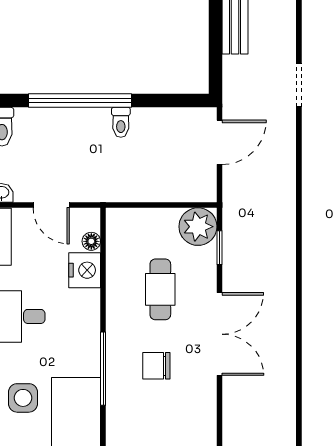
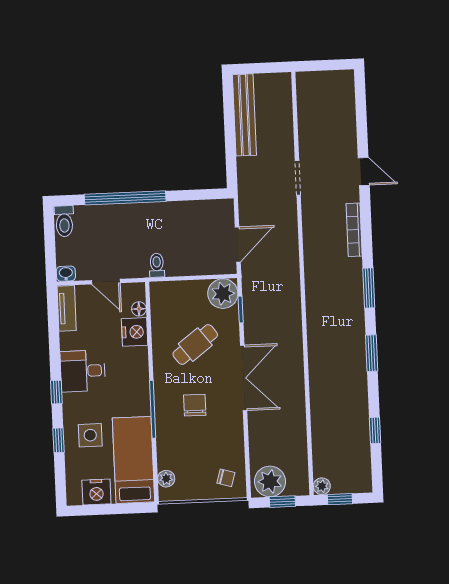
toilet: (121, 122) -> (157, 265), moved, turned 180
door: (219, 142) -> (238, 245), moved
cafe table: (160, 289) -> (195, 345), turned 53
chair: (156, 366) -> (195, 405), turned 90

